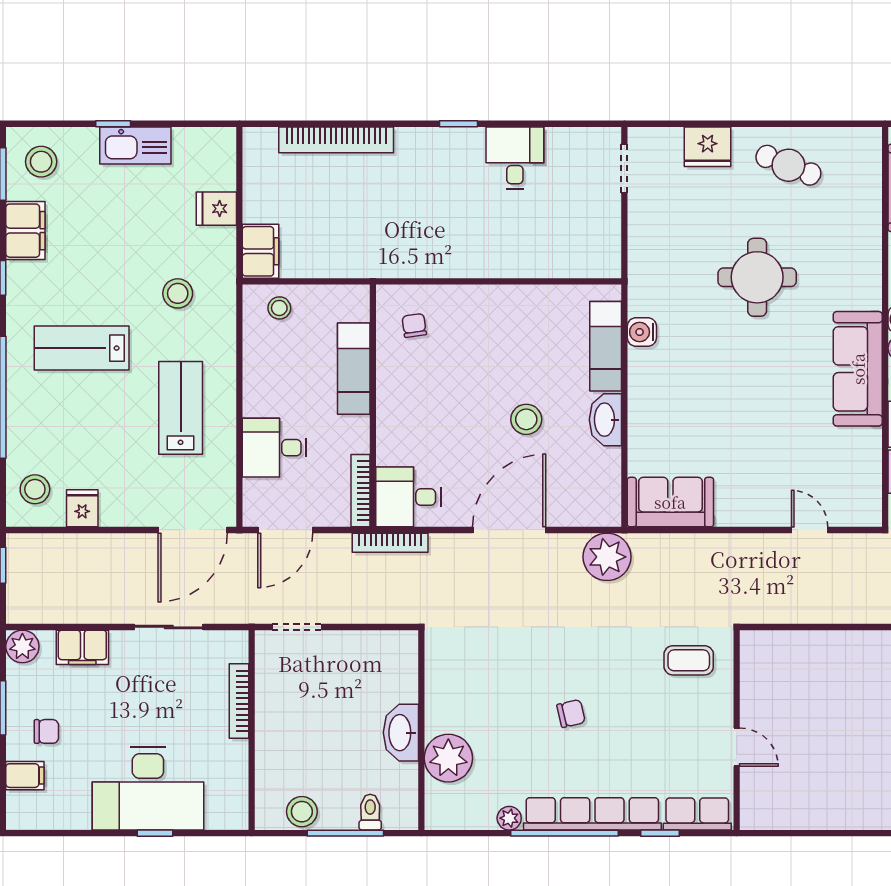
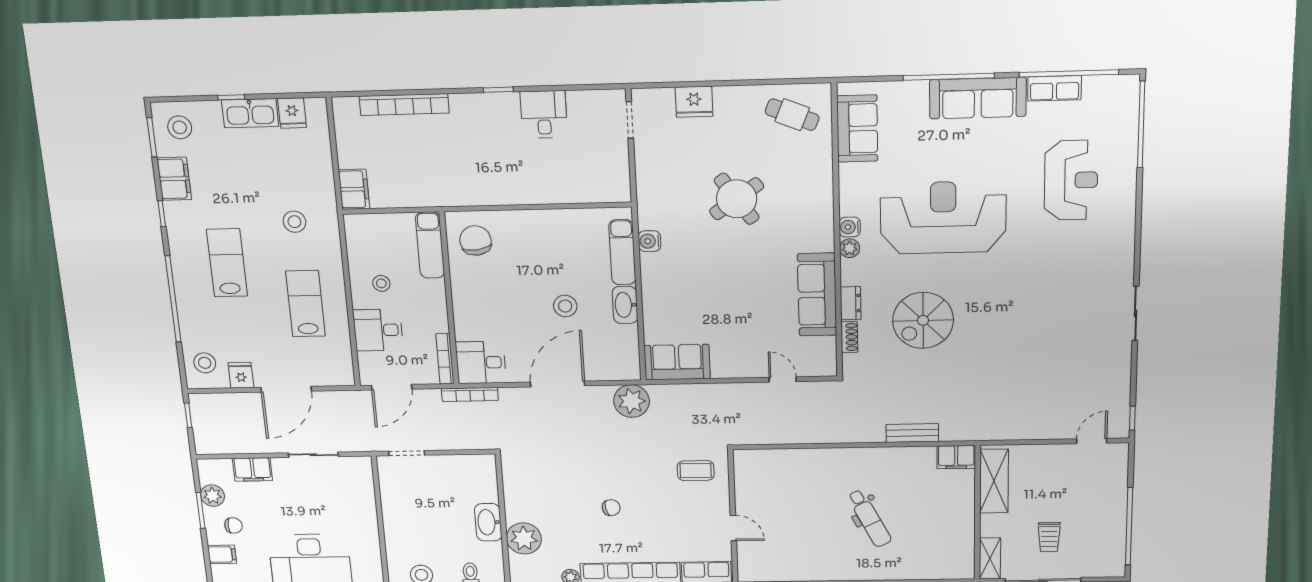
cafe table: (788, 165) -> (792, 115), moved
fridge: (216, 209) -> (292, 113), moved, turned -90
round table: (757, 277) -> (737, 199), turned -35
stool: (279, 308) -> (381, 283), moved
chair: (414, 325) -> (476, 241), width x1.87, depth x1.87
lab bench: (82, 348) -> (227, 263), turned 90
exam couch: (354, 369) -> (430, 245), moved
sofa: (858, 369) -> (817, 295), moved
door: (193, 530) -> (286, 389), moved
plant: (22, 646) -> (213, 496), moved
bookcase: (239, 701) -> (369, 503), removed

